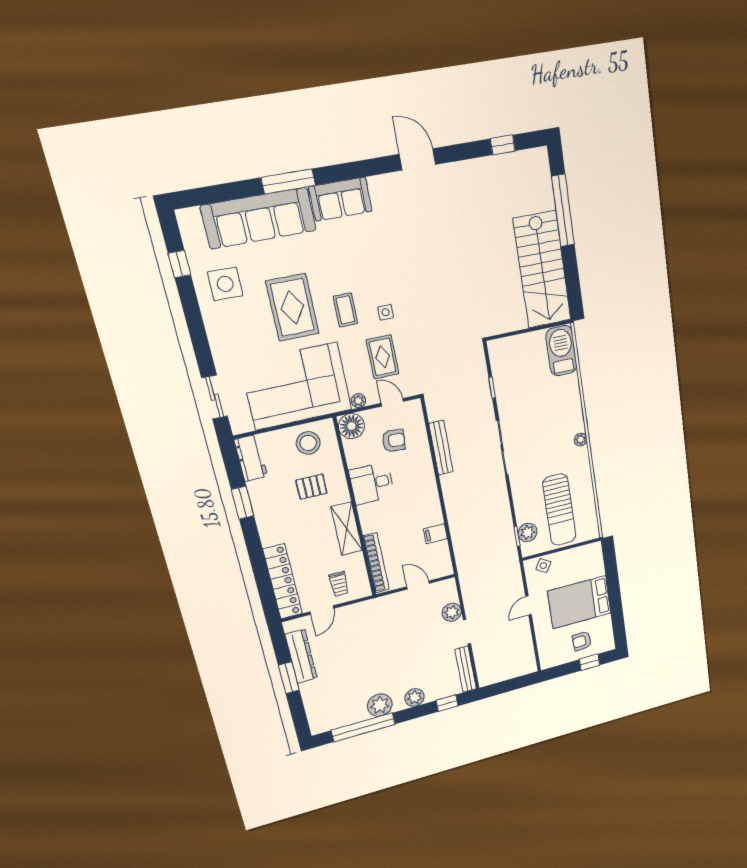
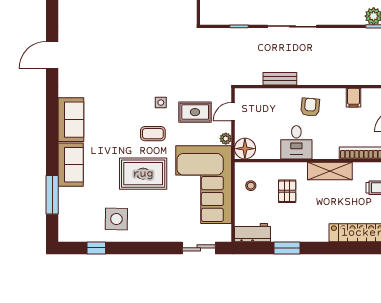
window: (288, 181) -> (52, 195), moved
sofa: (259, 218) -> (71, 165), width x0.54, depth x0.79
armchair: (394, 440) -> (310, 107), moved
stool: (308, 443) -> (251, 186), width x0.53, depth x0.53
bench: (441, 448) -> (280, 79), width x0.73

